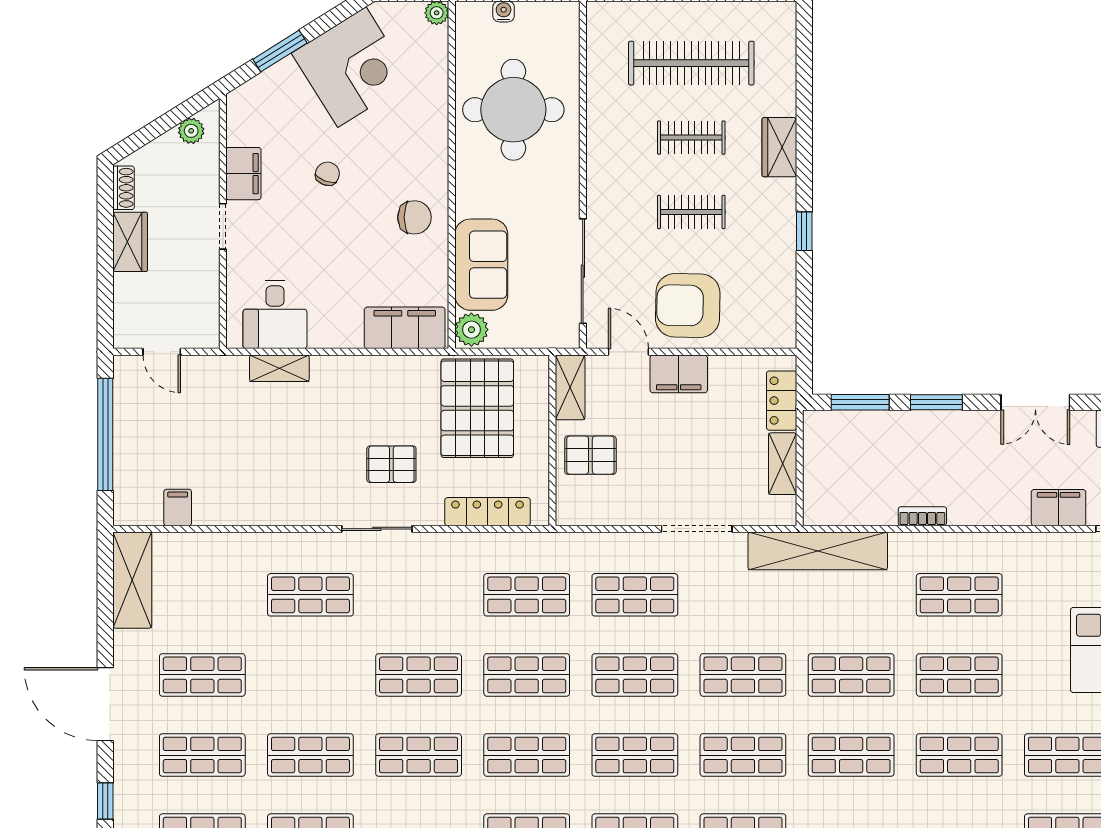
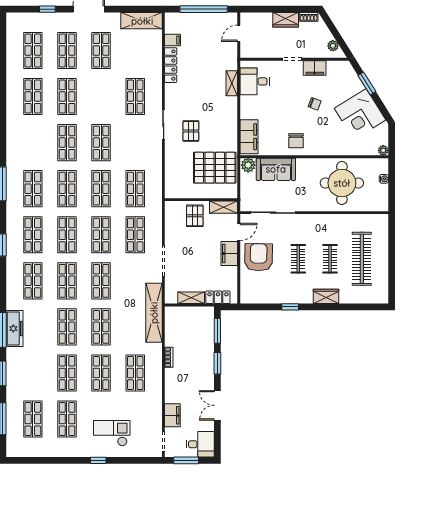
locker: (488, 512) -> (171, 65), moved

